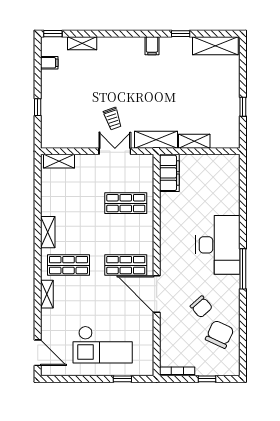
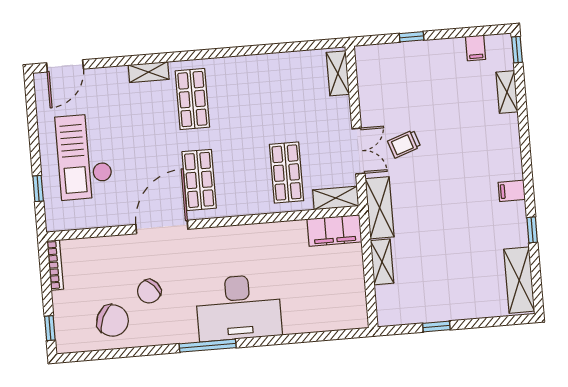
shelving: (48, 232) -> (336, 198), moved
window: (207, 379) -> (50, 328), moved

